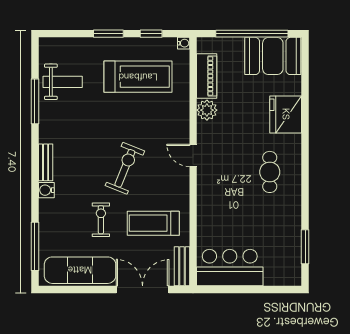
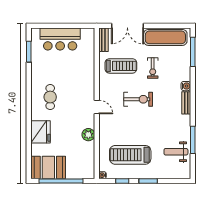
piano: (207, 76) -> (89, 155), removed
exercise bike: (125, 168) -> (138, 99), turned -112
bar counter: (230, 268) -> (60, 39), moved

